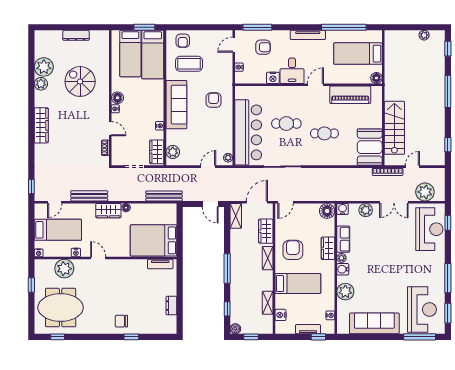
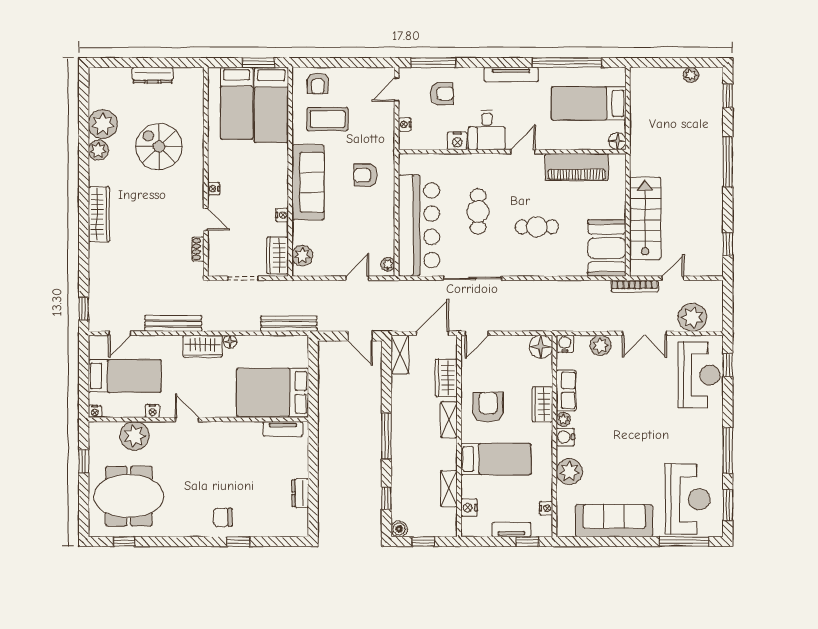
floor lamp: (117, 98) -> (217, 172), removed
armchair: (214, 100) -> (365, 175), turned -90
cafe table: (286, 124) -> (478, 212), turned 90

